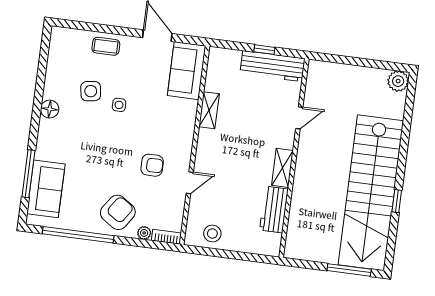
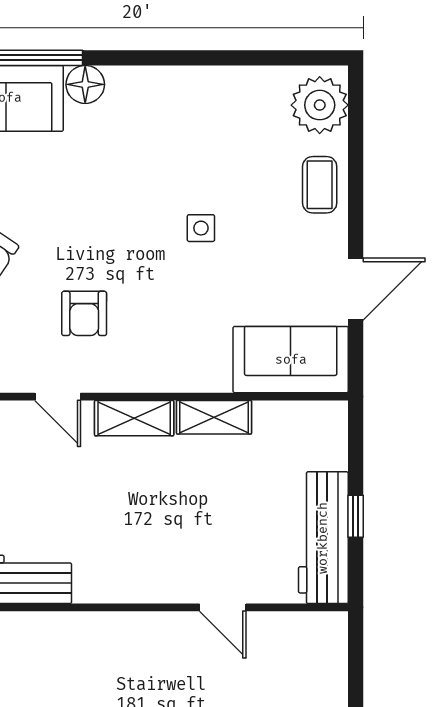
plant: (68, 41) -> (320, 105), added
side table: (91, 91) -> (222, 165), removed
floor lamp: (50, 109) -> (85, 84), moved
shelving: (282, 168) -> (134, 418), moved

